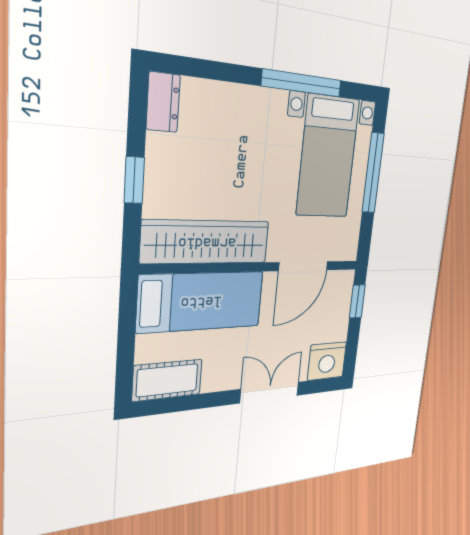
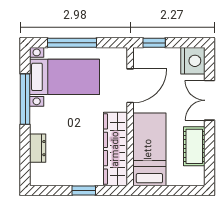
dresser: (163, 102) -> (38, 148), moved, turned 90
door: (303, 266) -> (130, 86), hinge flipped
cot: (167, 380) -> (194, 146), moved

